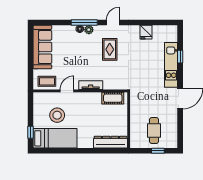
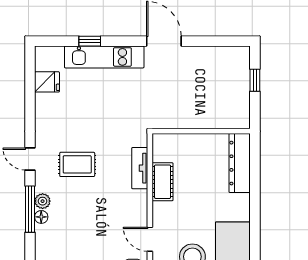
fridge: (146, 32) -> (47, 82), moved
tv unit: (91, 85) -> (140, 168), moved
cot: (113, 98) -> (163, 182), moved
cafe table: (154, 131) -> (219, 87), removed

